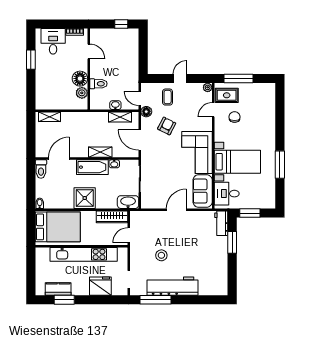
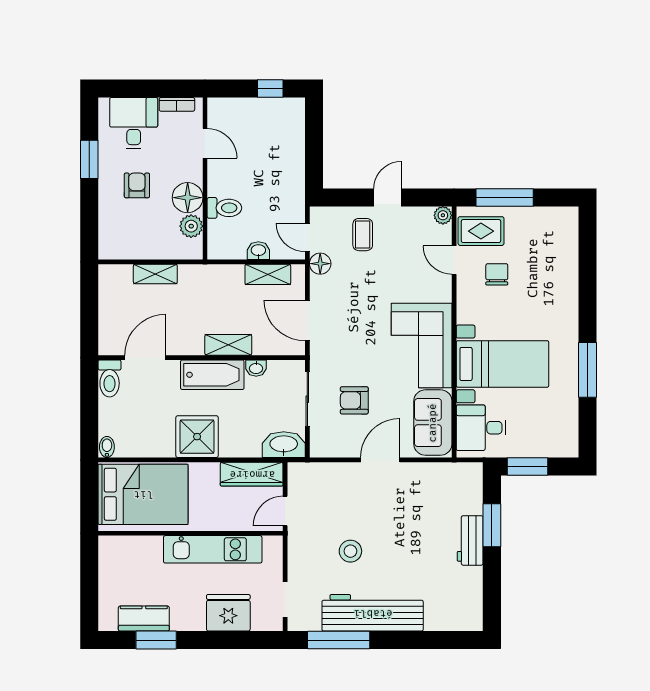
armchair: (55, 72) -> (137, 185), added
door: (213, 110) -> (454, 260), hinge flipped
shelving: (50, 117) -> (155, 274), moved
armchair: (167, 126) -> (354, 400), moved, turned -117
workbench: (221, 223) -> (470, 540), moved
kitchen unit: (84, 254) -> (213, 549), width x0.73

